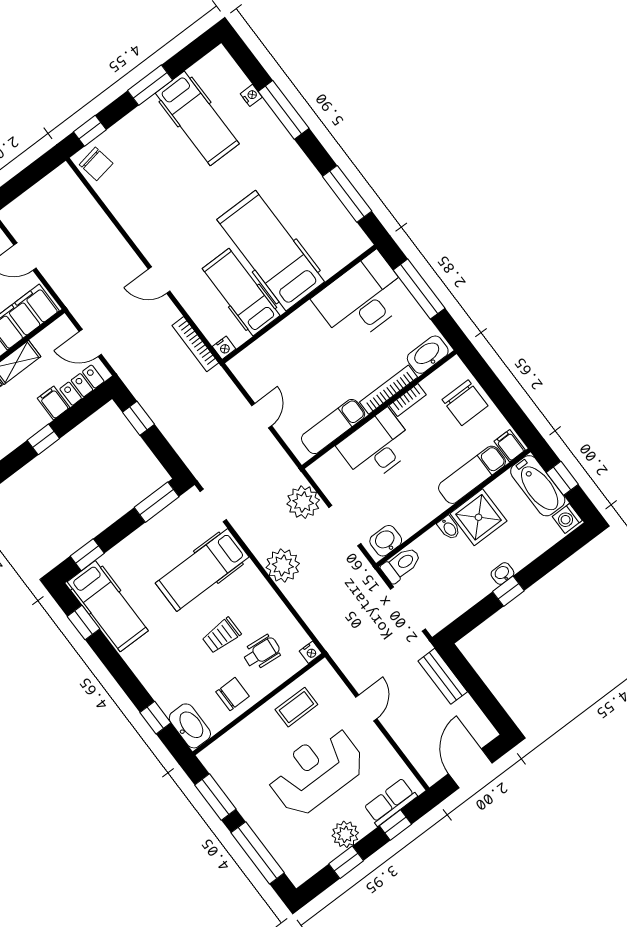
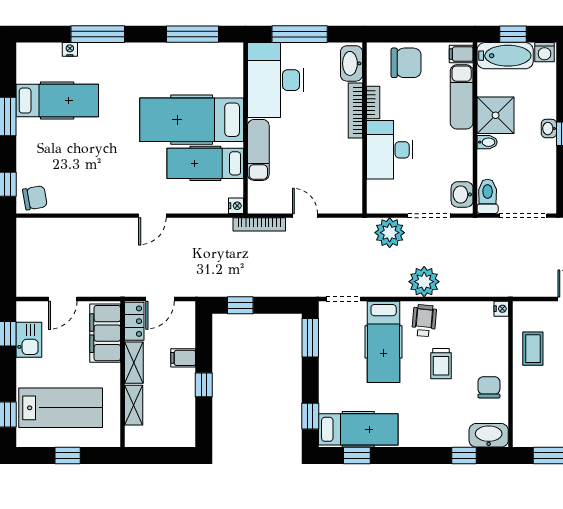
bookcase: (195, 344) -> (259, 224), moved
locker: (82, 385) -> (134, 321), moved, turned 180
exam couch: (333, 427) -> (258, 150), moved, turned 180
wheelchair: (262, 652) -> (424, 321), moved

